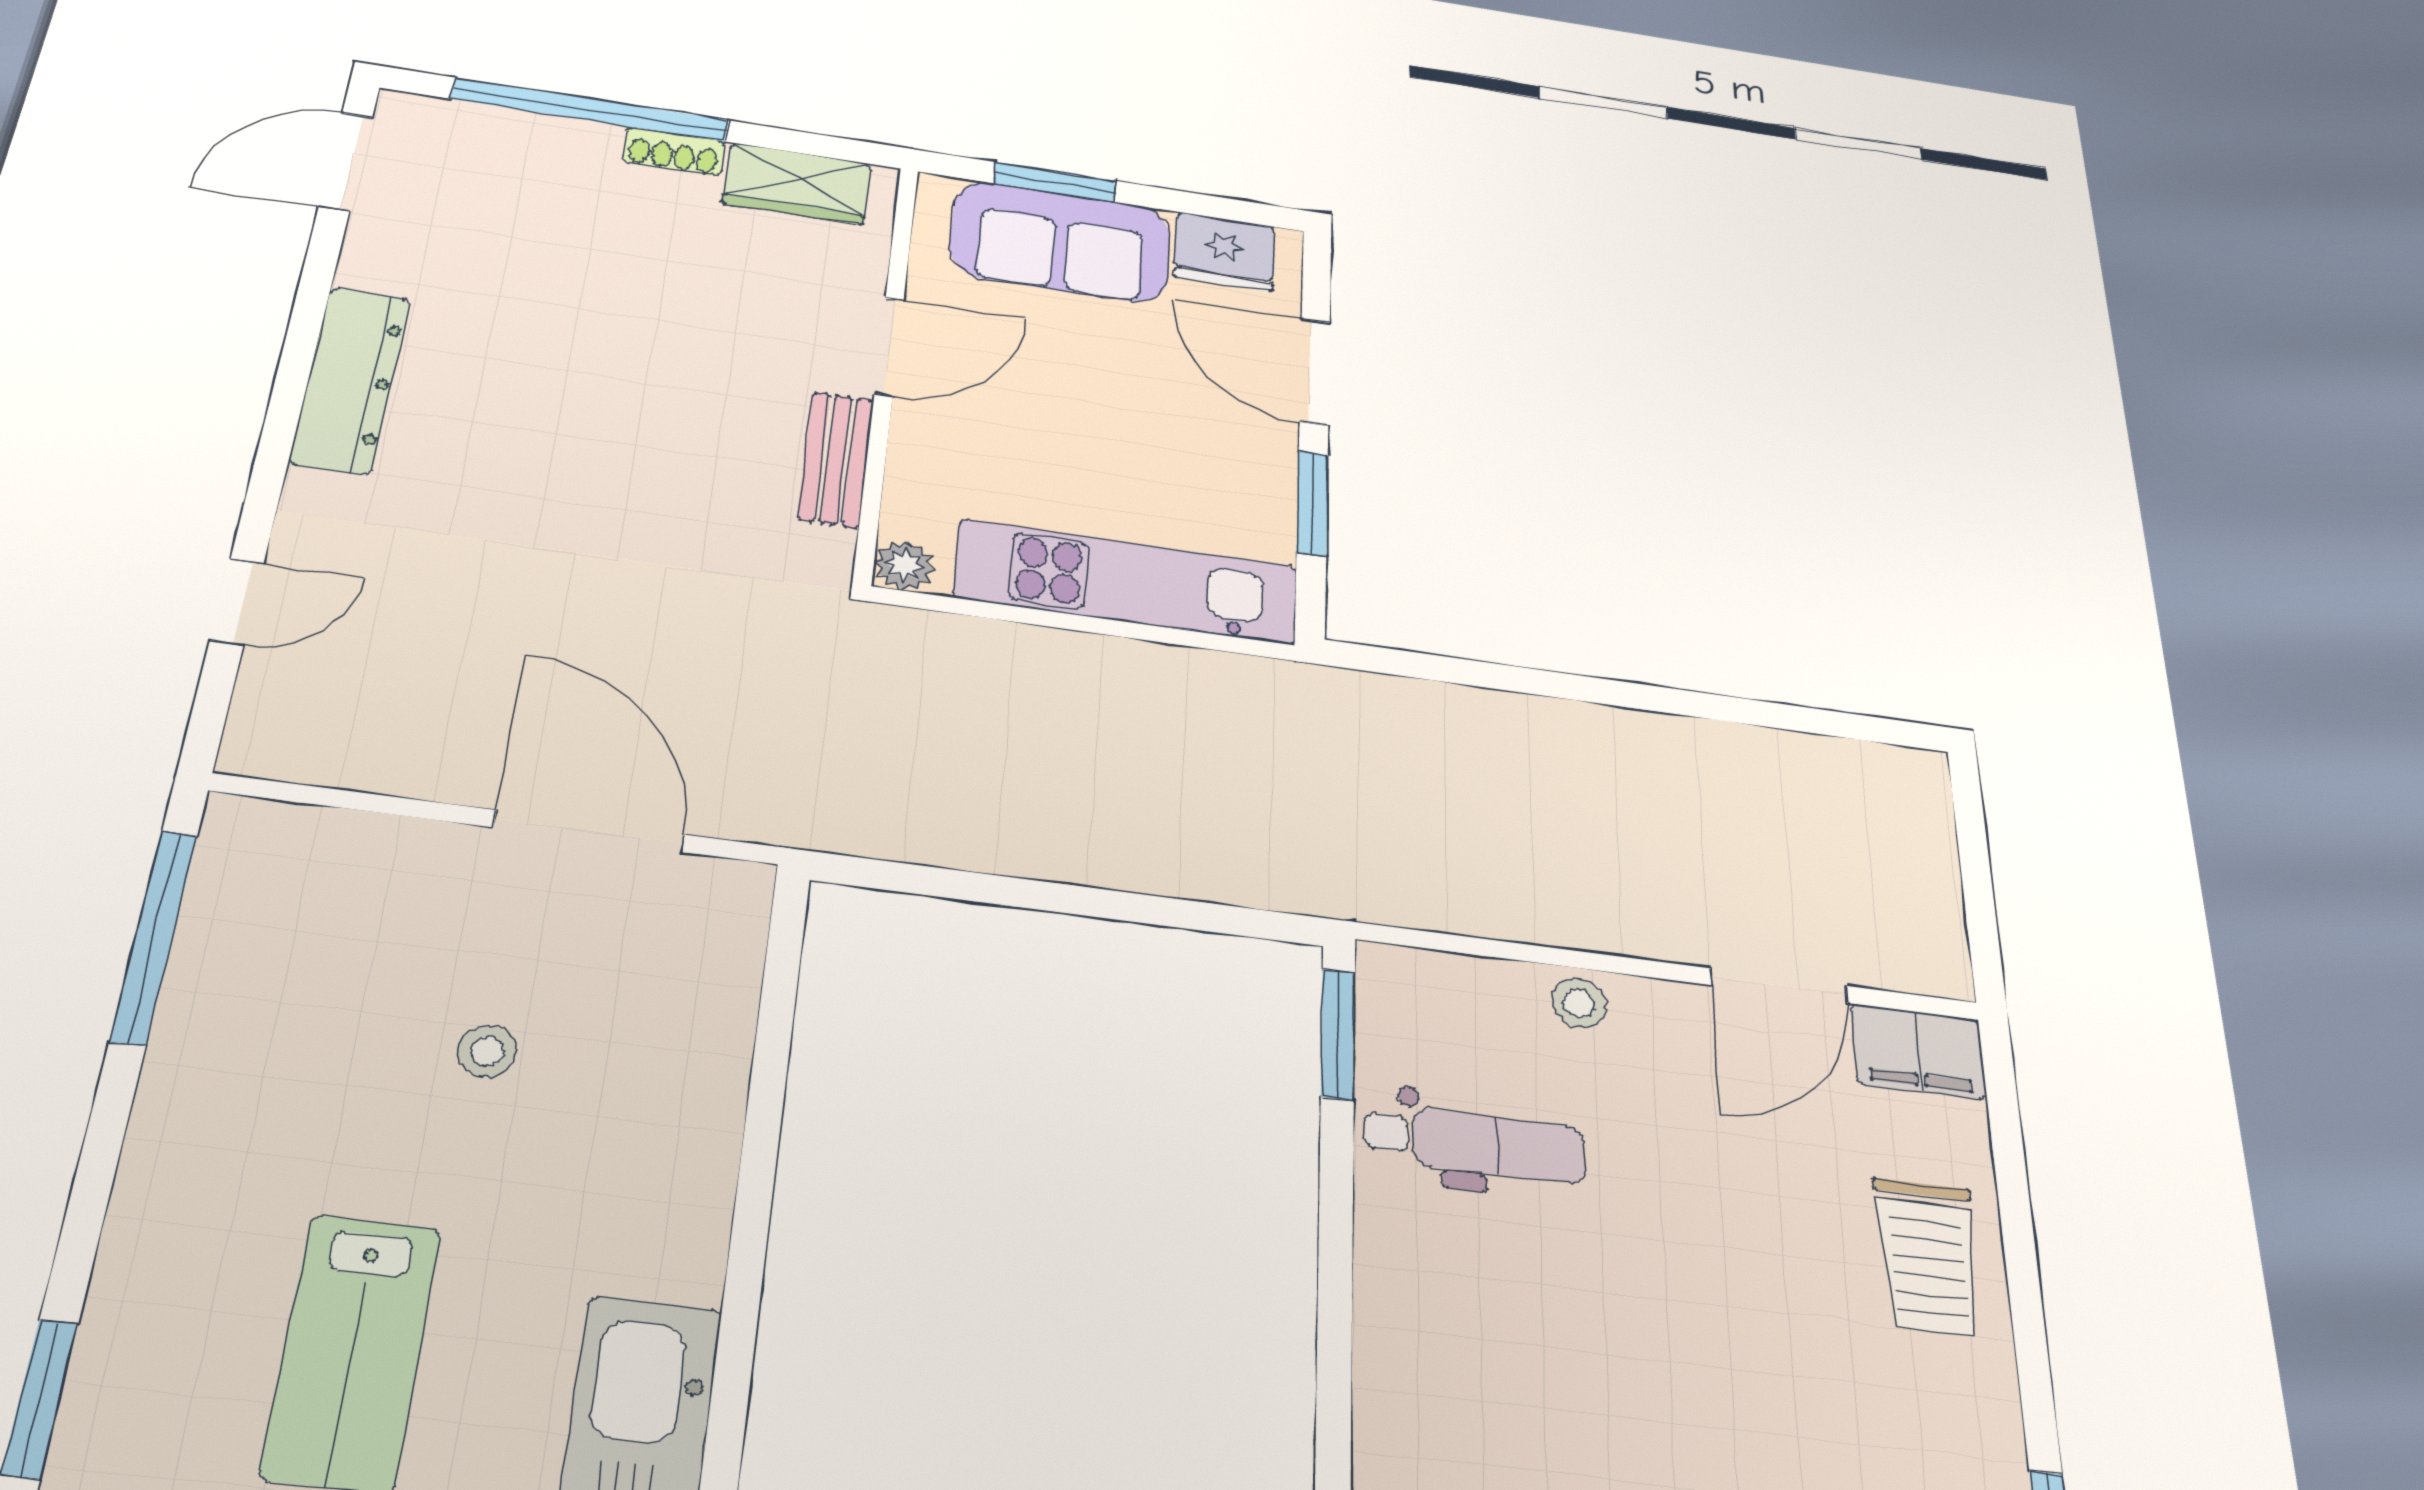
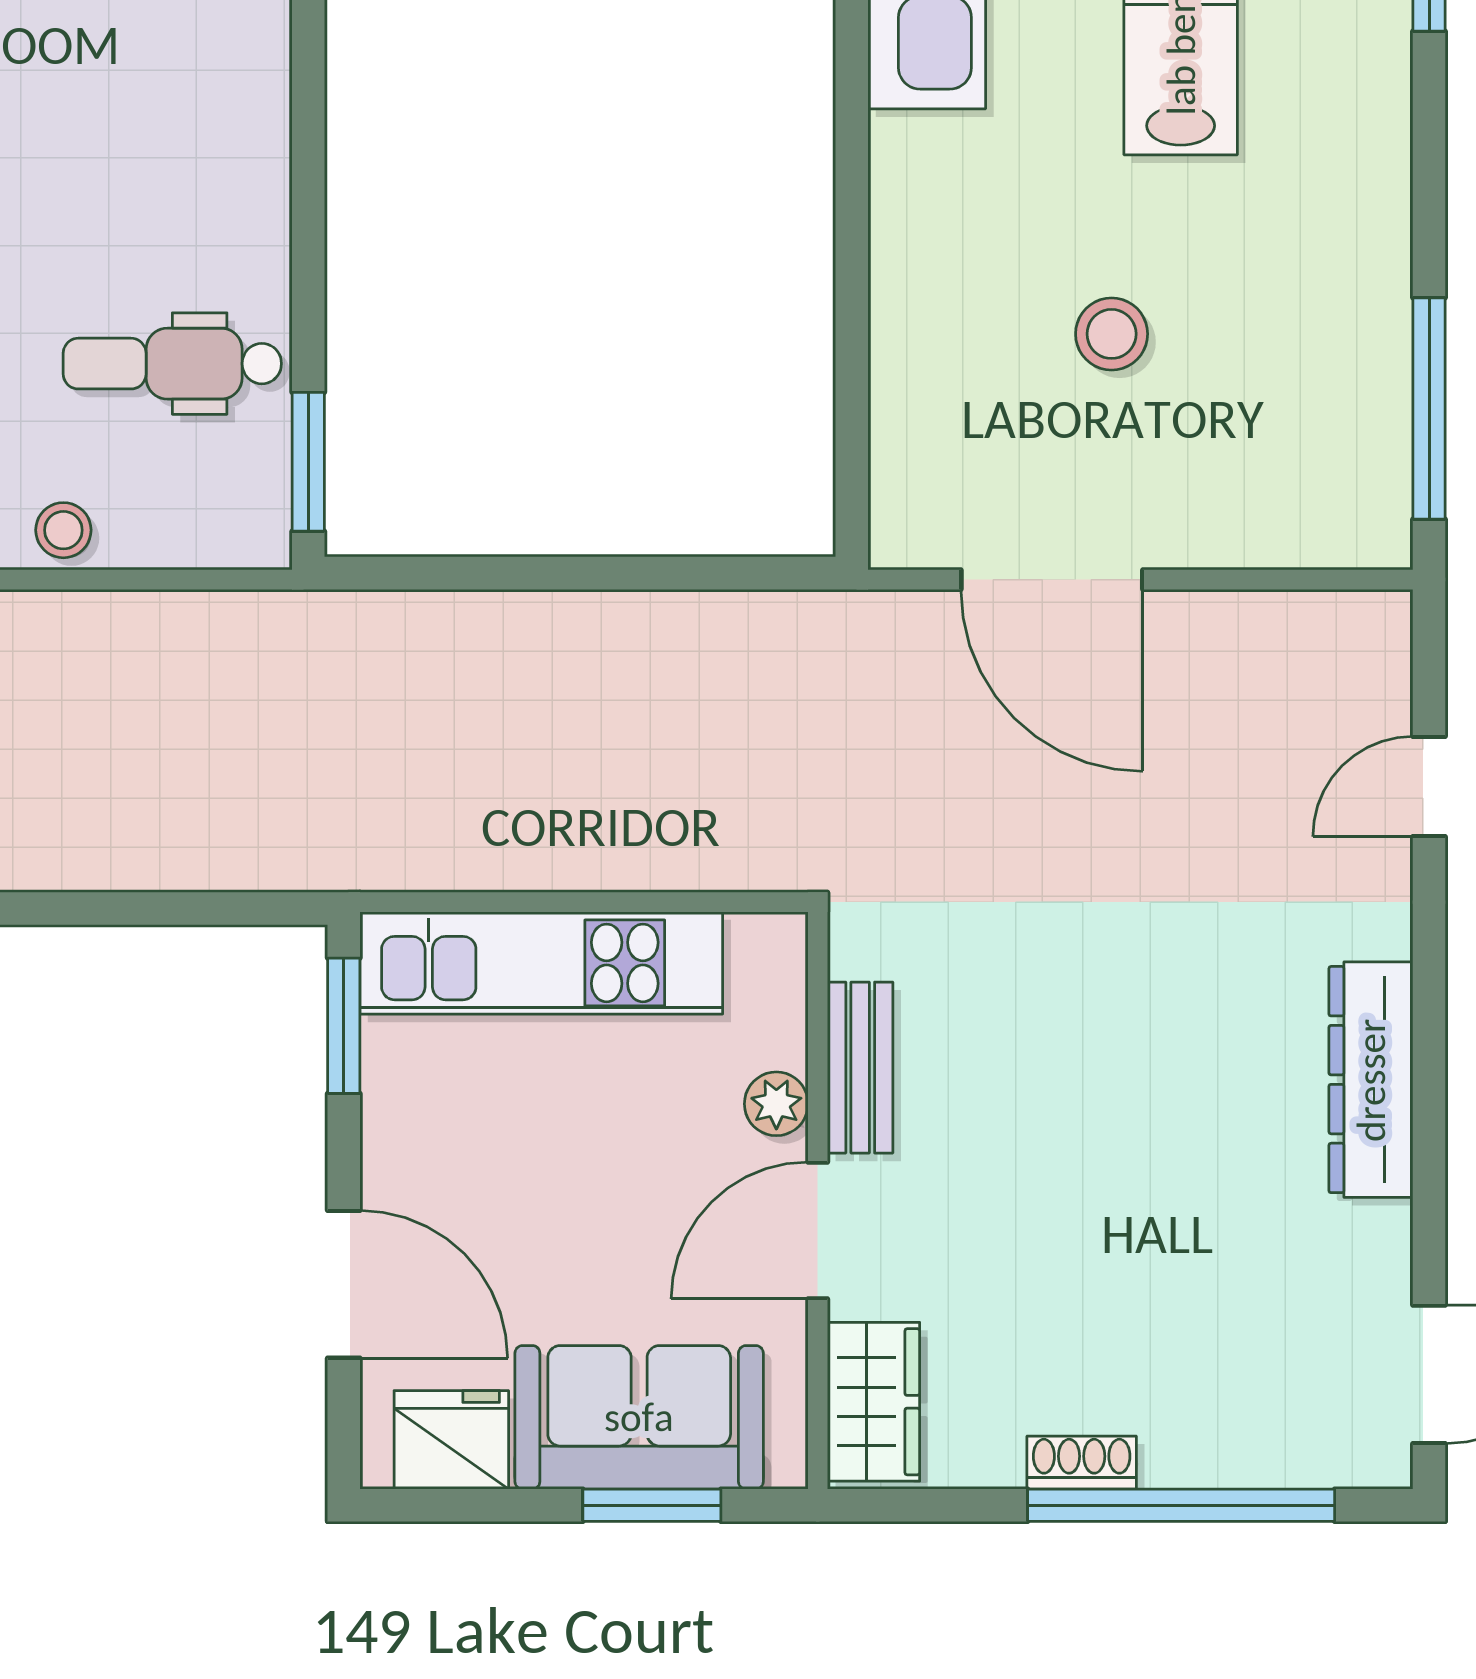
wardrobe: (797, 184) -> (874, 1402), moved, turned 90
window: (1312, 503) -> (344, 1026), moved
plant: (904, 565) -> (776, 1104), moved
stool: (487, 1051) -> (1112, 334), width x1.37, depth x1.37

